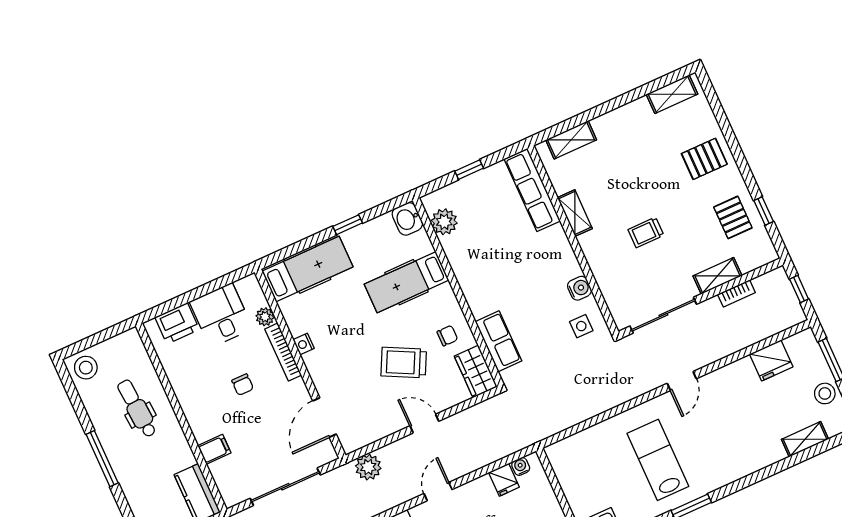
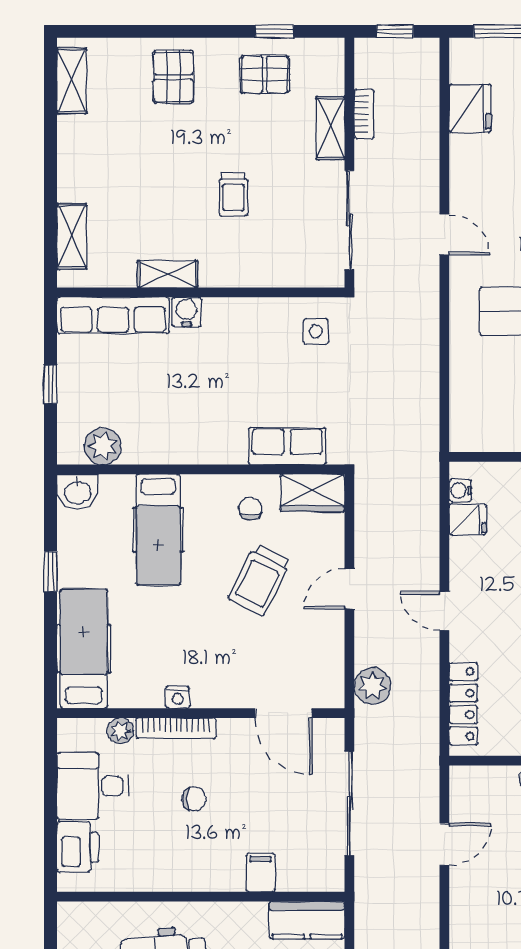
water cooler: (579, 288) -> (187, 312), moved

